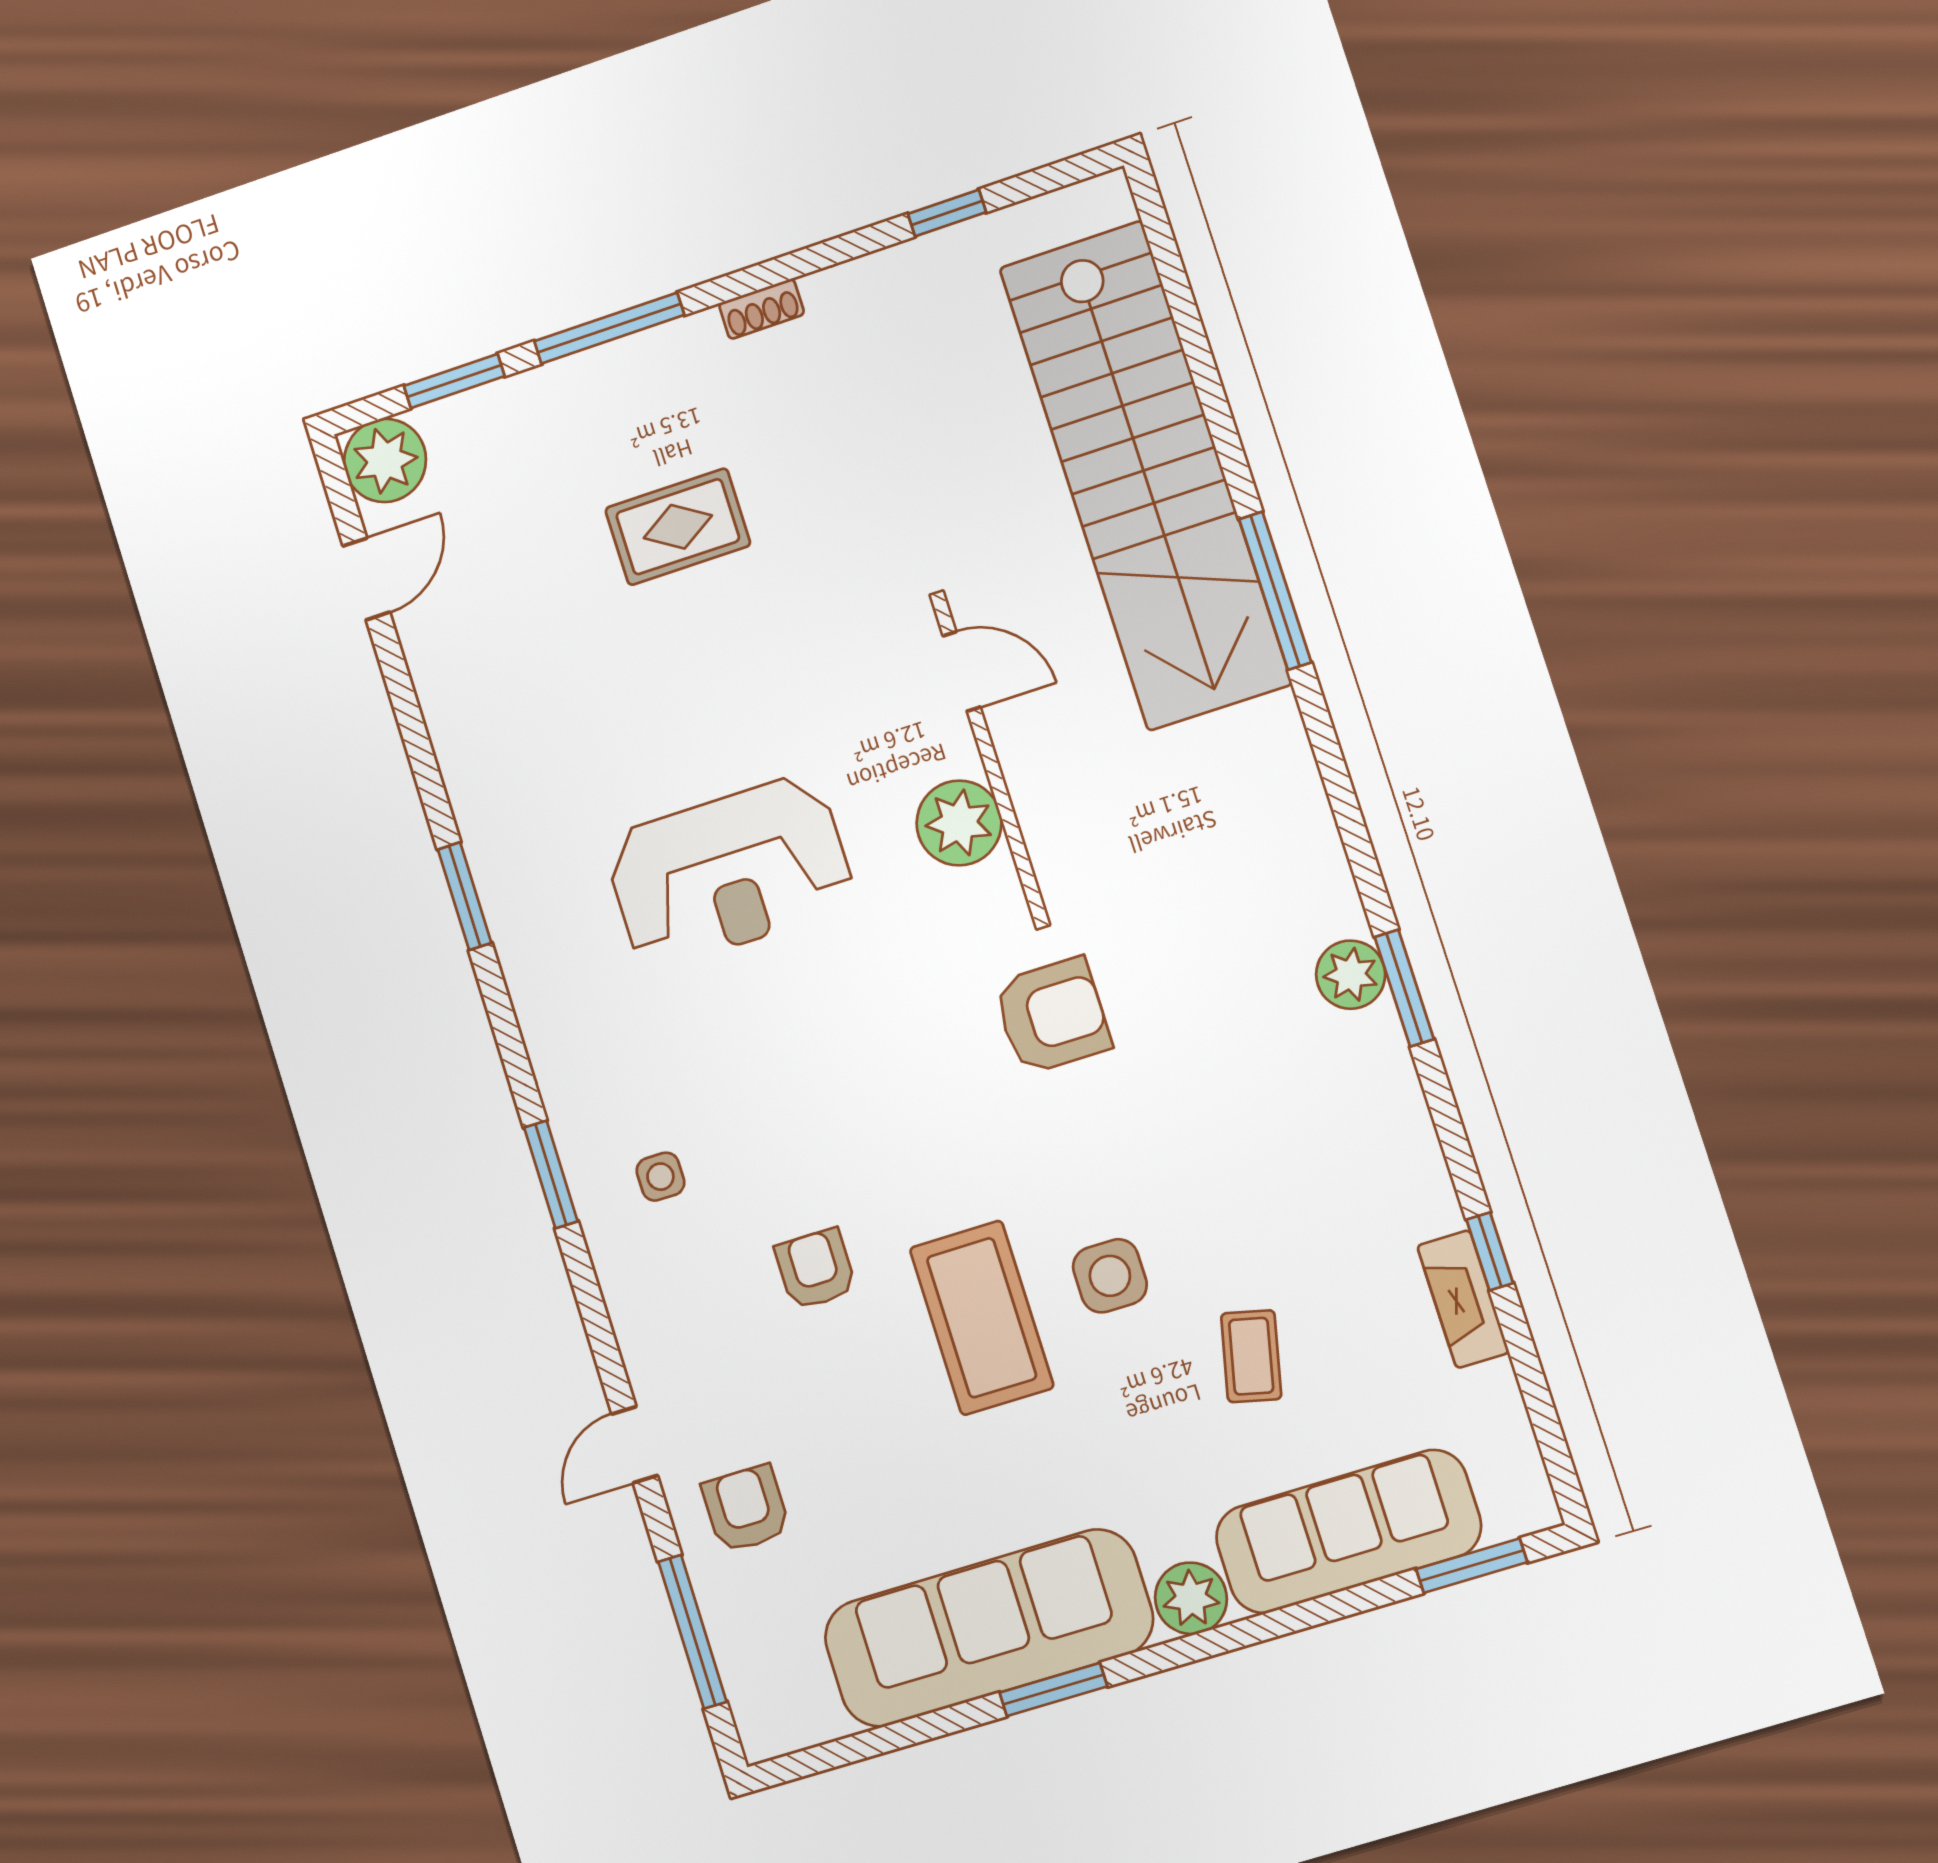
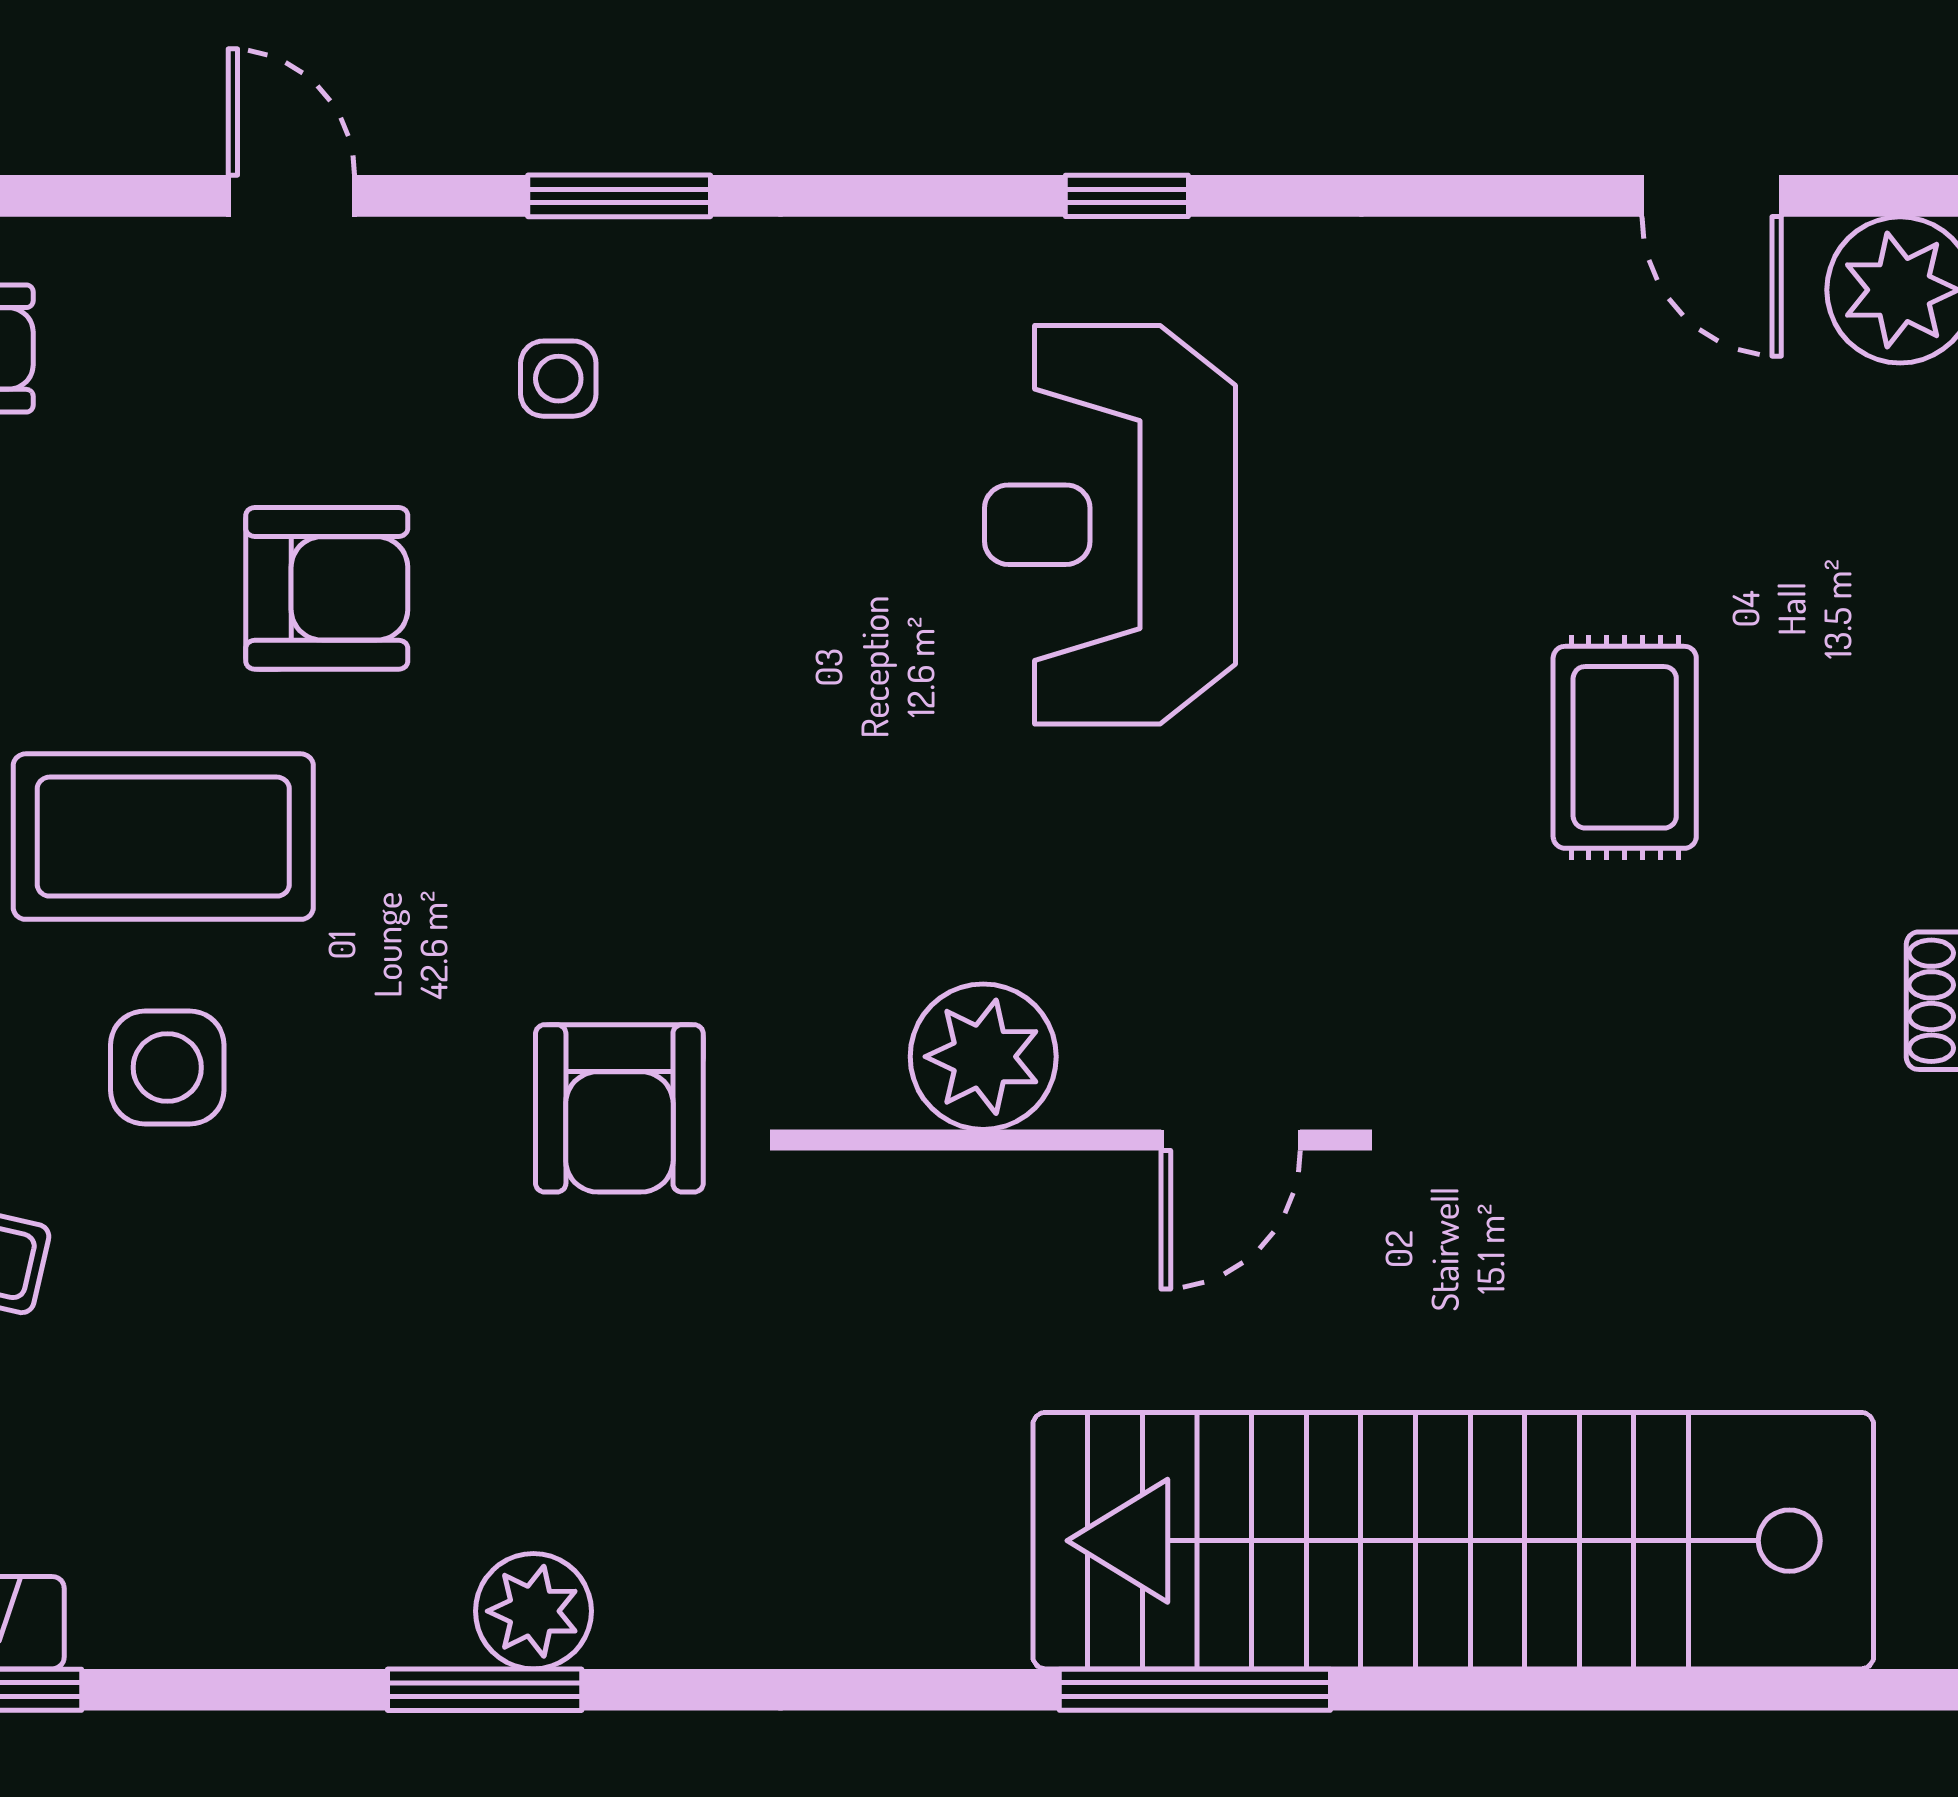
reception desk: (729, 872) -> (1110, 525), moved
window: (465, 896) -> (1127, 196), width x0.67
armchair: (816, 1269) -> (327, 588), width x1.38, depth x1.38
door: (635, 1445) -> (291, 196), moved

